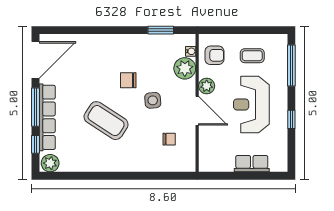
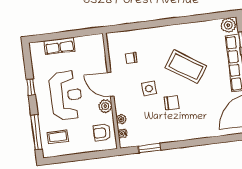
coffee table: (252, 56) -> (58, 137), moved
plant: (185, 68) -> (121, 119), width x0.53, depth x0.53

